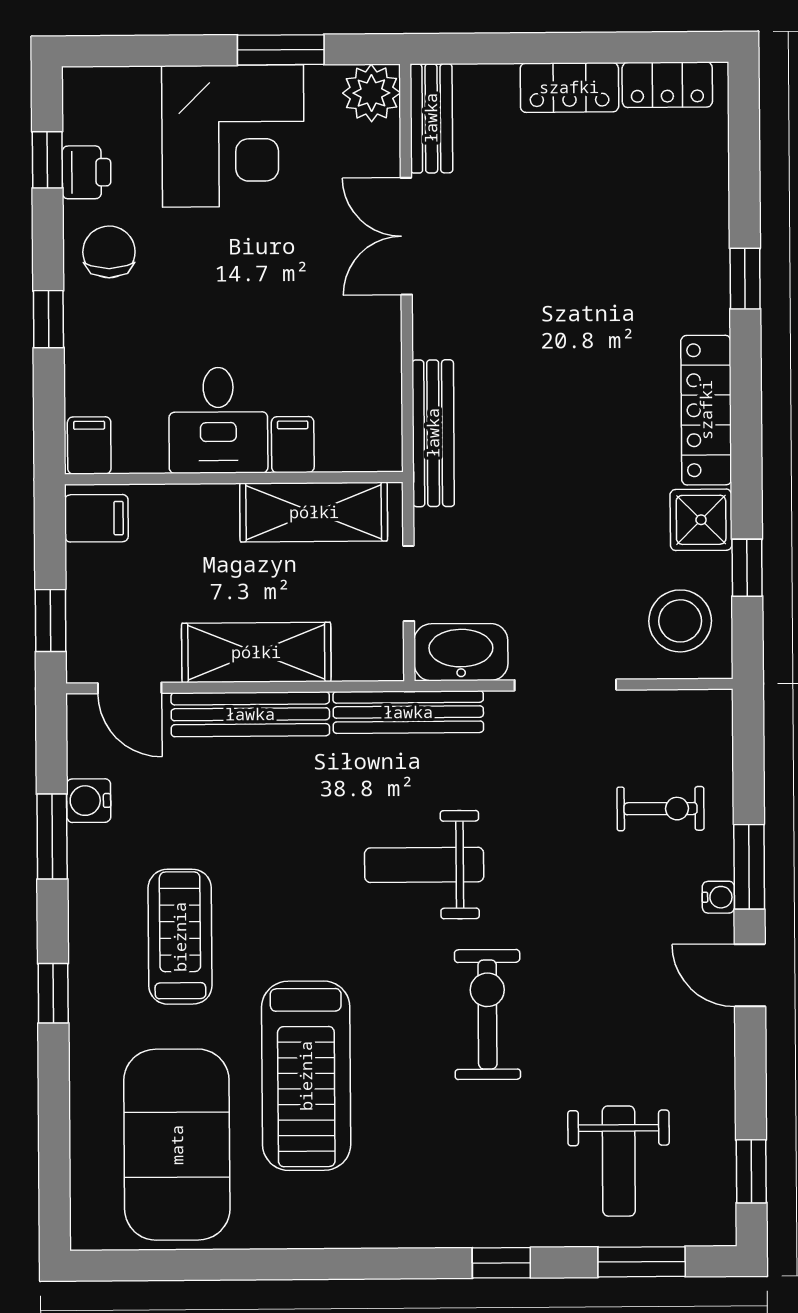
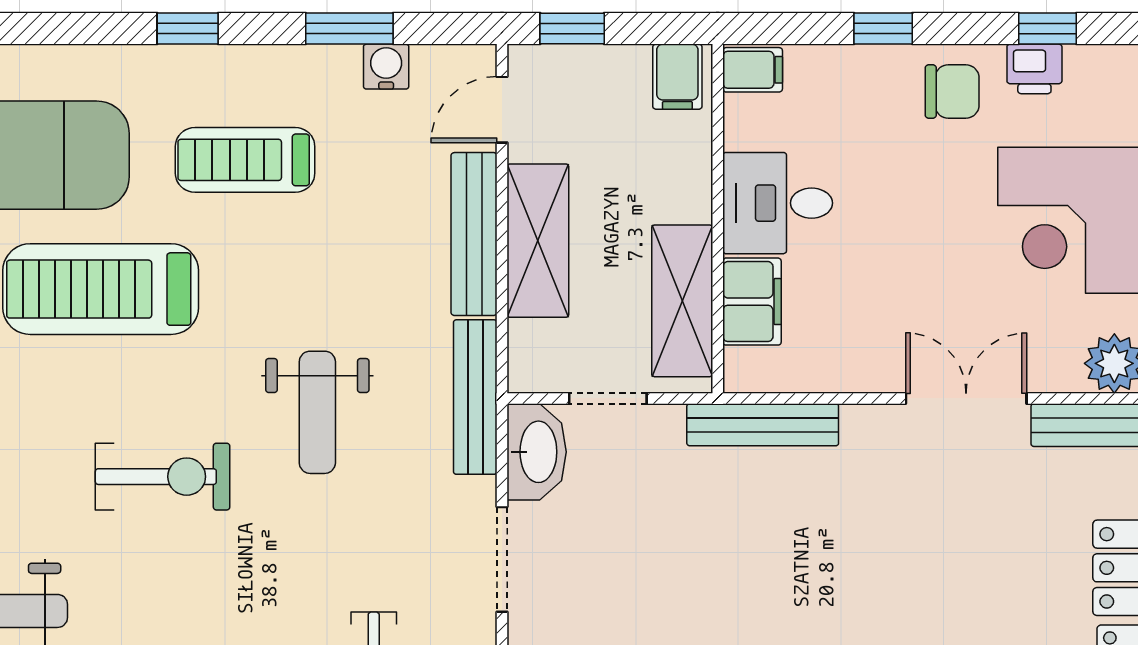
filing cabinet: (293, 445) -> (752, 302), width x2.00
weight bench: (424, 865) -> (317, 412), turned 180
treadmill: (180, 937) -> (245, 160), turned 180

